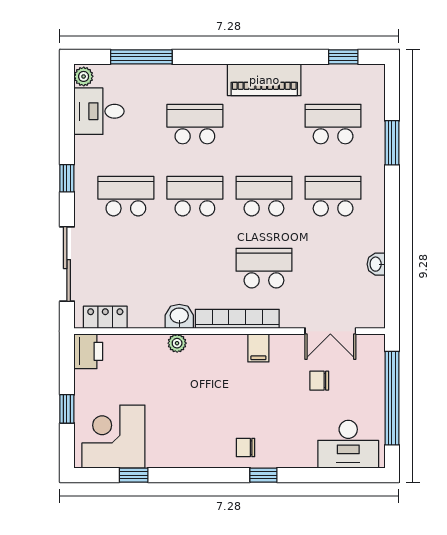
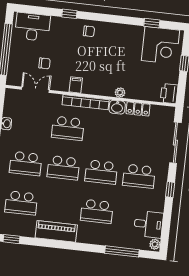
locker: (105, 317) -> (138, 109), moved
window: (263, 475) -> (69, 14), moved

